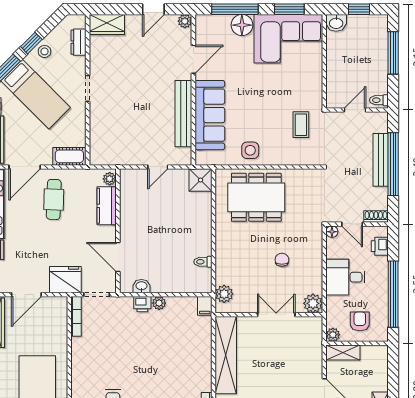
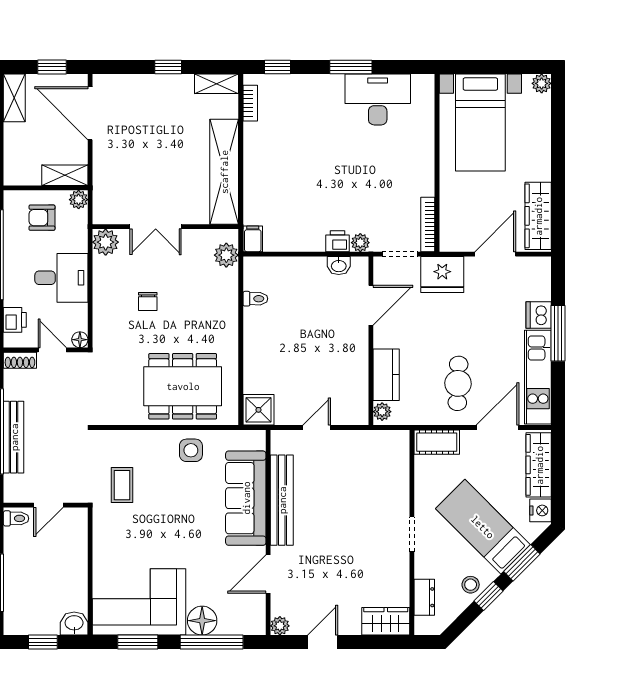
door: (118, 257) -> (371, 305), hinge flipped
plant: (159, 303) -> (360, 243), moved
armchair: (360, 321) -> (42, 218), turned 90

